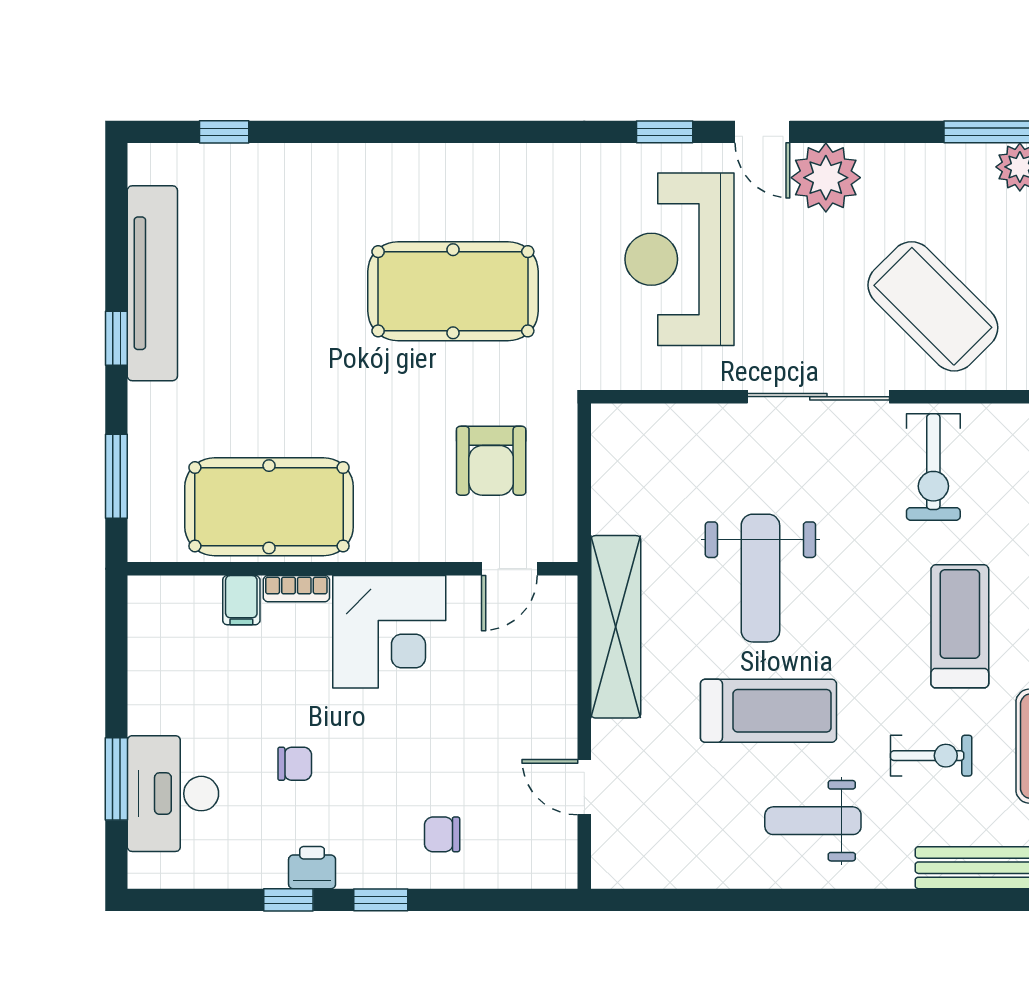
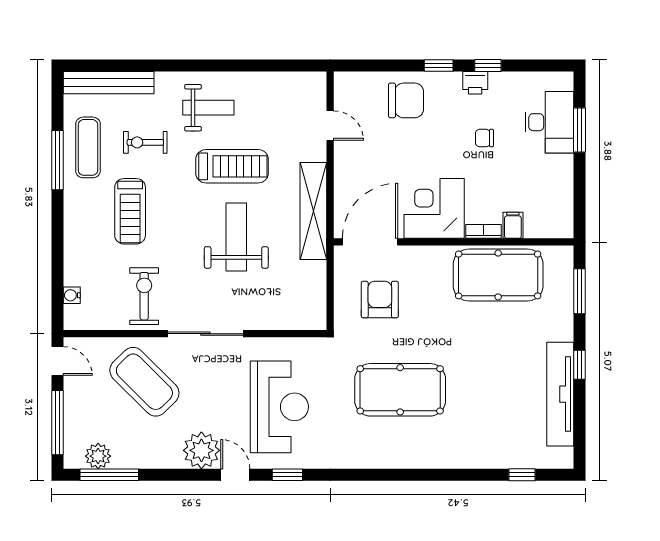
door: (509, 569) -> (370, 242), width x1.87
treadmill: (768, 711) -> (232, 166), turned 180
chair: (442, 834) -> (406, 100), width x1.87, depth x1.87

